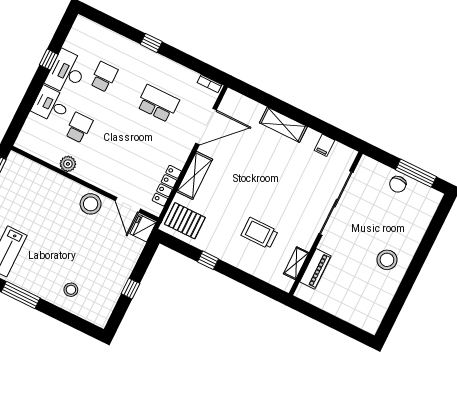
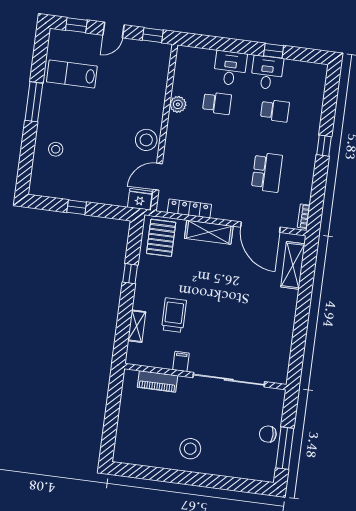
desk: (67, 72) -> (267, 73), width x0.73
shelving: (283, 125) -> (293, 265), moved
filing cabinet: (325, 145) -> (181, 361), moved, turned 90
shelving: (296, 263) -> (137, 326), moved, turned 90

